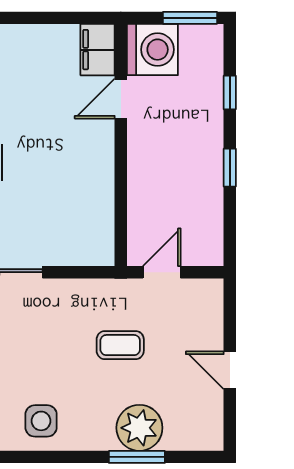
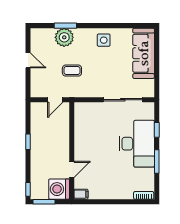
filing cabinet: (98, 50) -> (81, 194), width x0.50
window: (230, 92) -> (28, 189), moved

